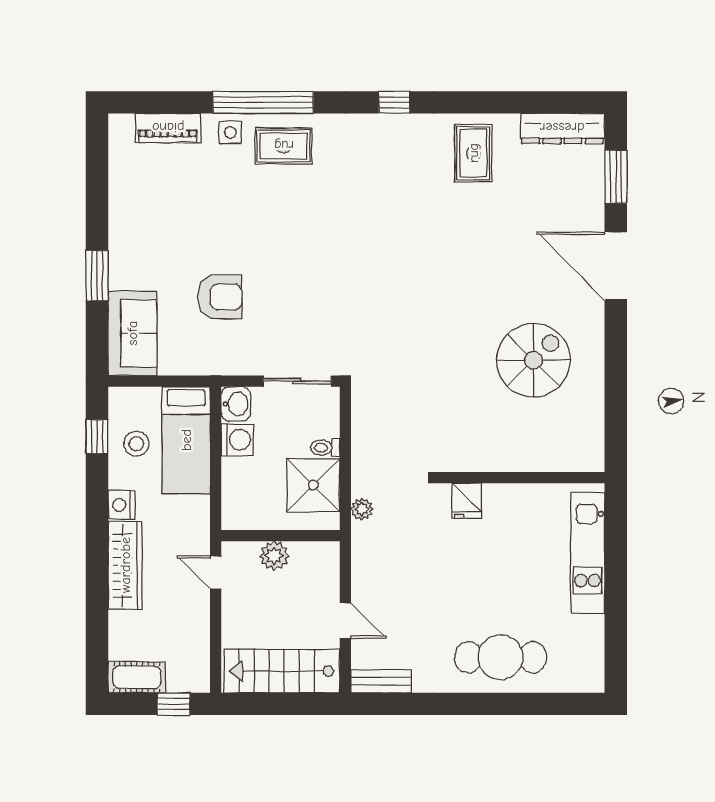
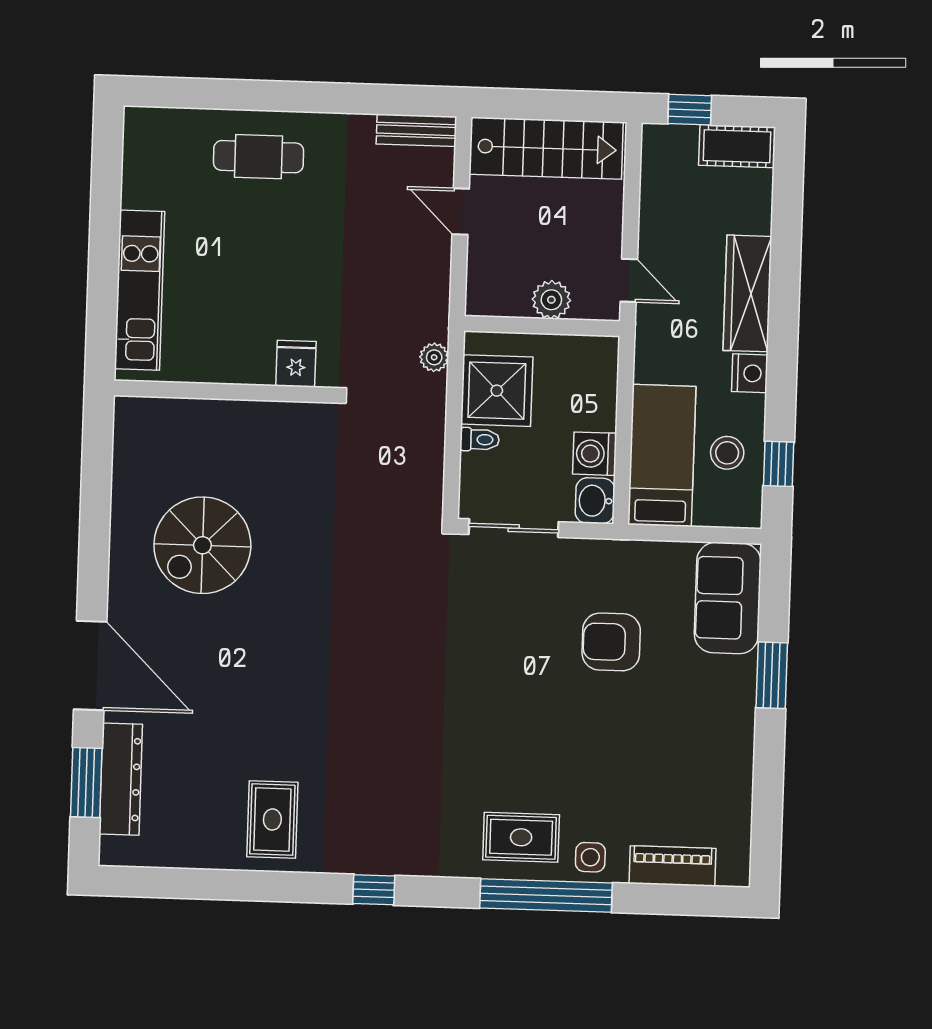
dresser: (562, 128) -> (121, 779), moved, turned 90
cafe table: (501, 657) -> (258, 157), width x0.73, depth x0.74

